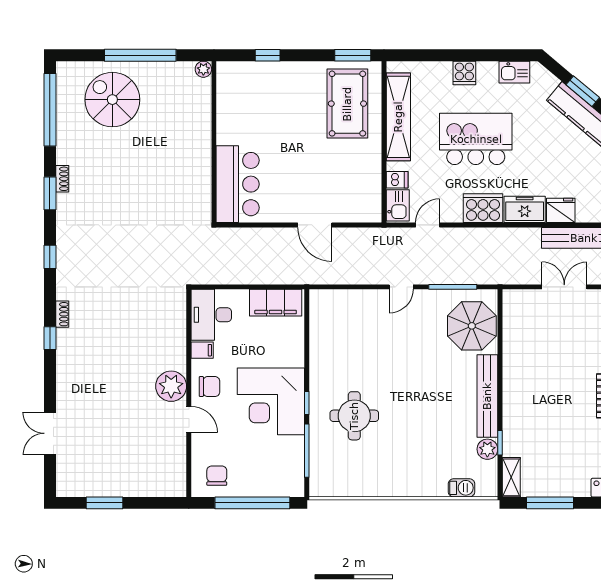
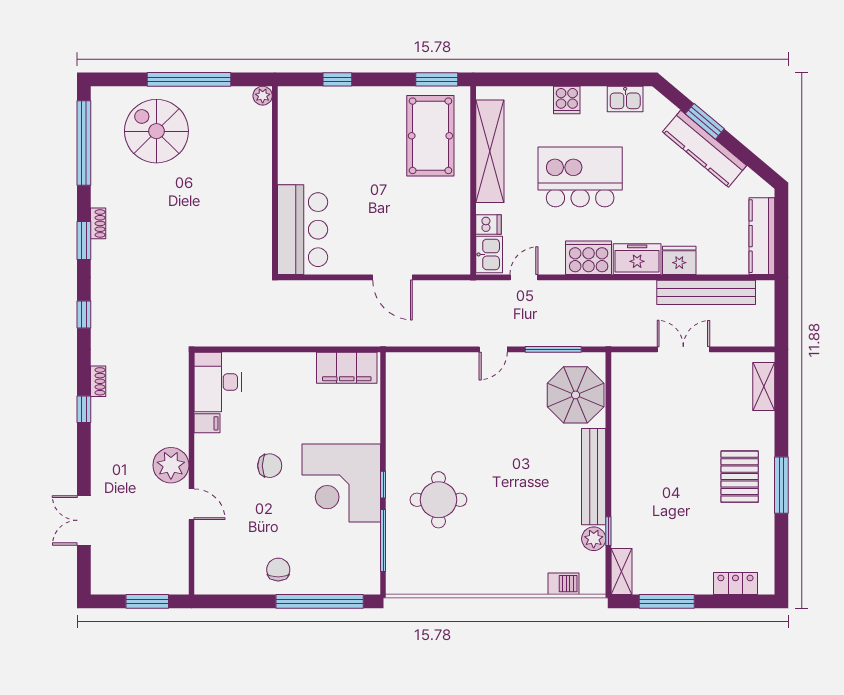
desk: (211, 315) -> (218, 382), moved
filing cabinet: (202, 350) -> (207, 423), moved
plant: (171, 386) -> (171, 465), moved
wall: (189, 393) -> (191, 473), moved
door: (189, 420) -> (191, 504), moved

